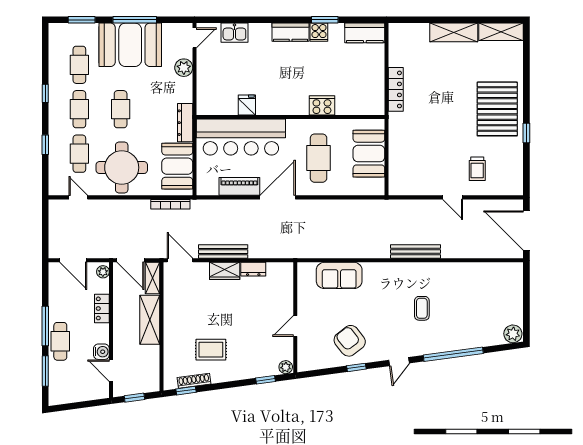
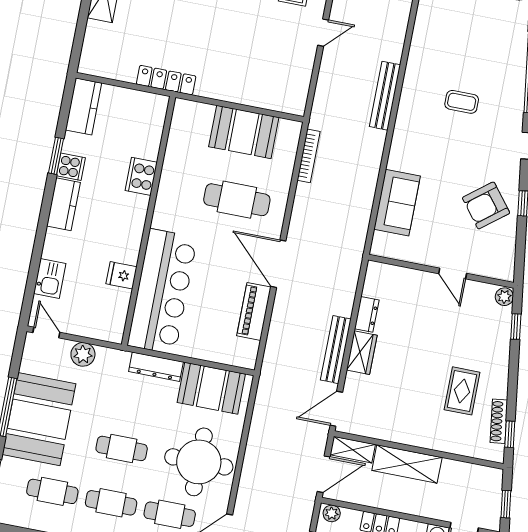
fridge: (247, 105) -> (122, 275), moved
cooker: (322, 105) -> (141, 176), moved
wall: (291, 117) -> (149, 221), moved
bar counter: (241, 137) -> (162, 291), moved
bookcase: (170, 204) -> (309, 156), moved

